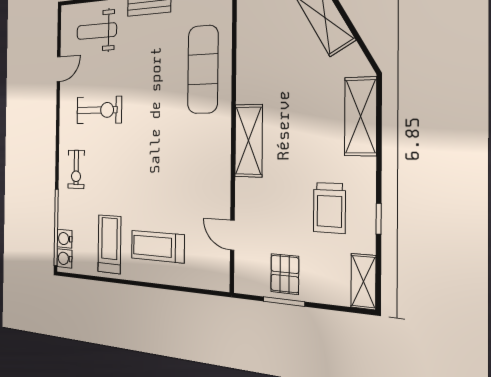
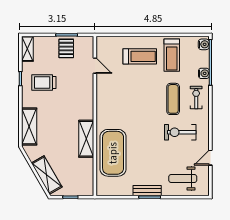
weight bench: (97, 31) -> (183, 178), turned 180
exercise mat: (203, 69) -> (113, 153), width x1.47
shelving: (249, 141) -> (86, 139), moved
exercise mat: (108, 168) -> (173, 99), added
trolley: (329, 208) -> (44, 83), turned -90
water cooler: (65, 239) -> (204, 73), moved

